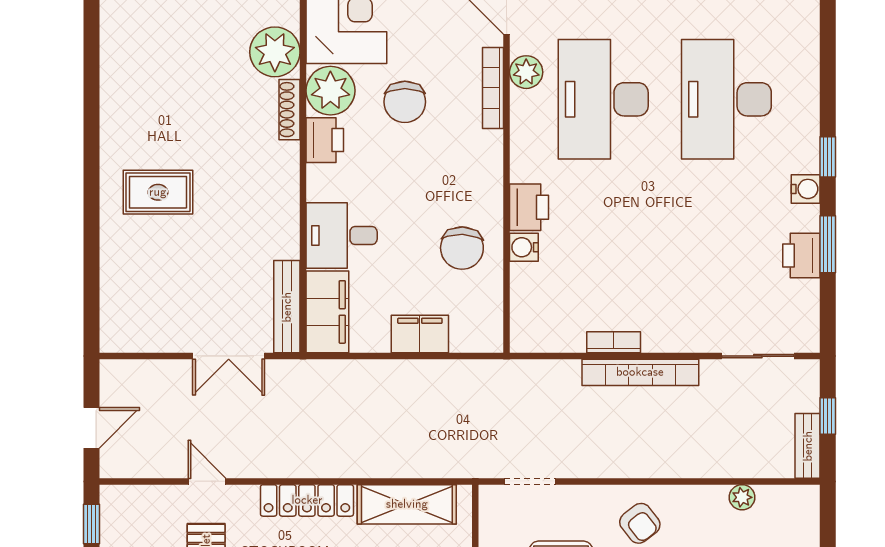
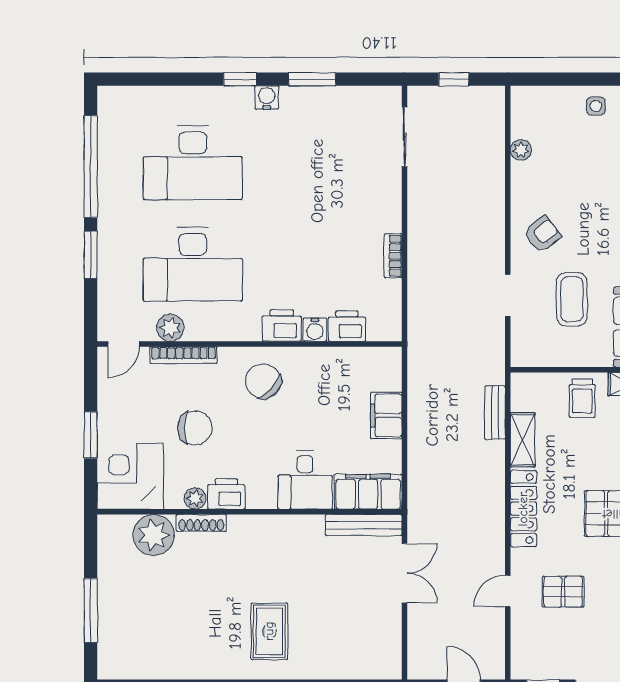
plant: (330, 91) -> (195, 499), width x0.53, depth x0.53
chair: (462, 248) -> (263, 381), moved, turned -139
printer: (801, 255) -> (347, 326), moved, turned 180
bookcase: (640, 372) -> (418, 234), removed
bench: (808, 446) -> (495, 413), moved, turned 90
doorway: (530, 481) -> (508, 296), moved
shelving: (407, 504) -> (523, 440), width x0.67, depth x0.75

